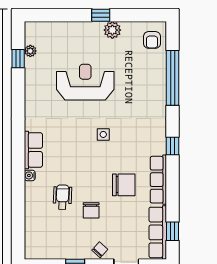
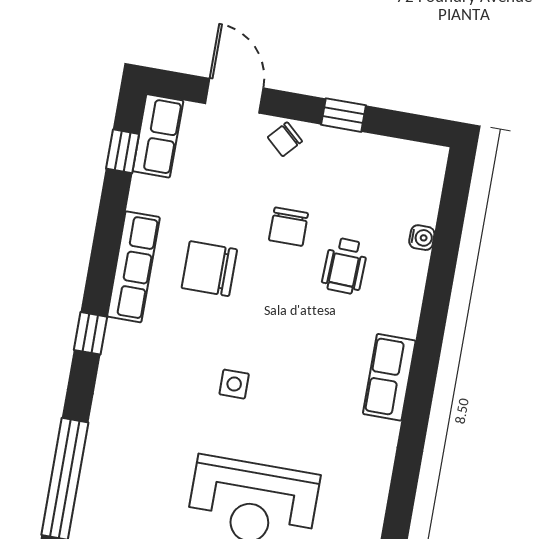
water cooler: (30, 175) -> (422, 238), moved
chair: (91, 210) -> (289, 227), turned 180
row of seats: (158, 232) -> (158, 136), width x0.68

